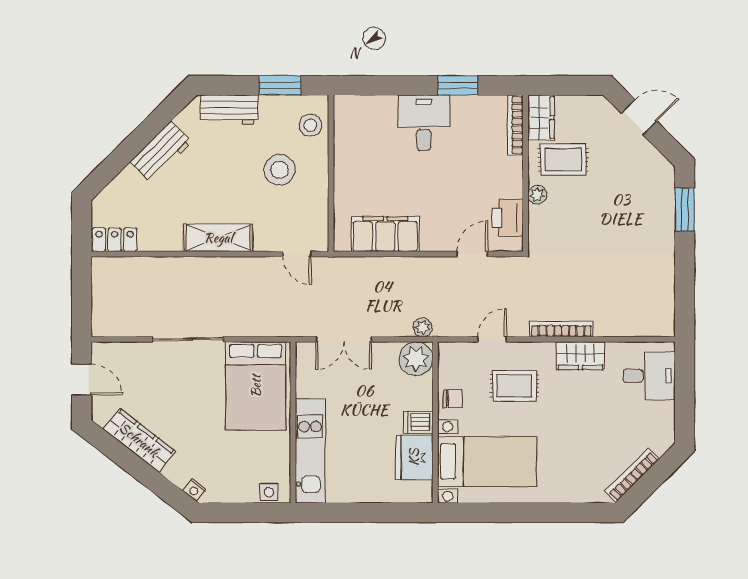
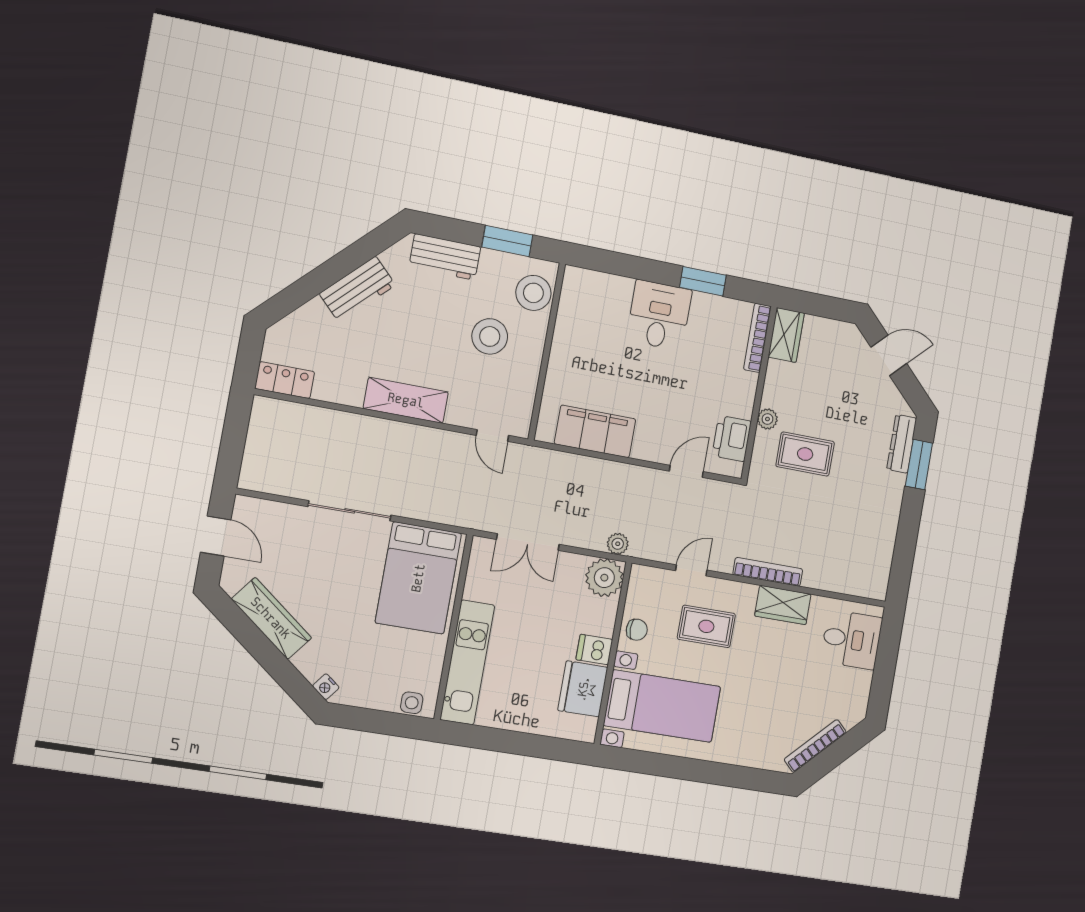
stool: (310, 125) -> (533, 293), width x1.38, depth x1.38
rug: (563, 160) -> (805, 454), moved
dresser: (665, 194) -> (902, 444), added

